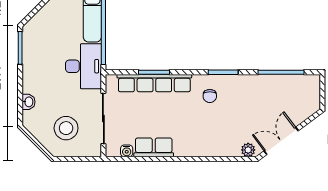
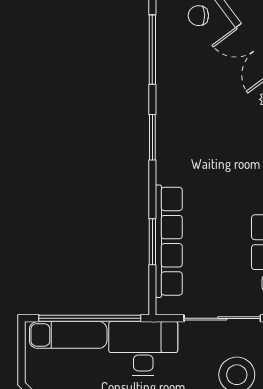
chair: (210, 96) -> (198, 16), moved, turned 180

